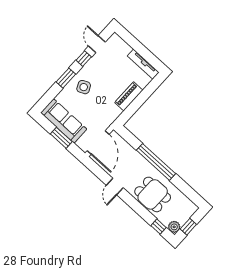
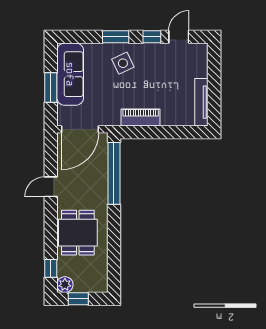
piano: (129, 96) -> (141, 117), moved
window: (156, 162) -> (114, 173), moved

